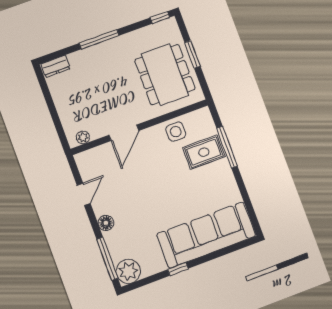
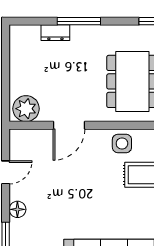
dresser: (55, 66) -> (55, 33), moved
plant: (83, 137) -> (26, 109), width x1.88, depth x1.88

